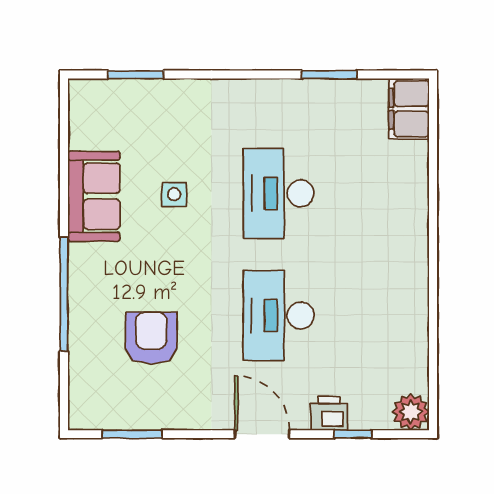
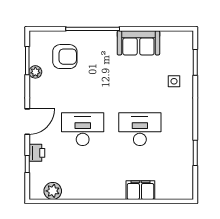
filing cabinet: (409, 109) -> (140, 190), moved
side table: (174, 194) -> (174, 81), moved
armchair: (151, 338) -> (65, 57), moved
plant: (411, 412) -> (53, 191), moved
plant: (156, 417) -> (35, 72), added

